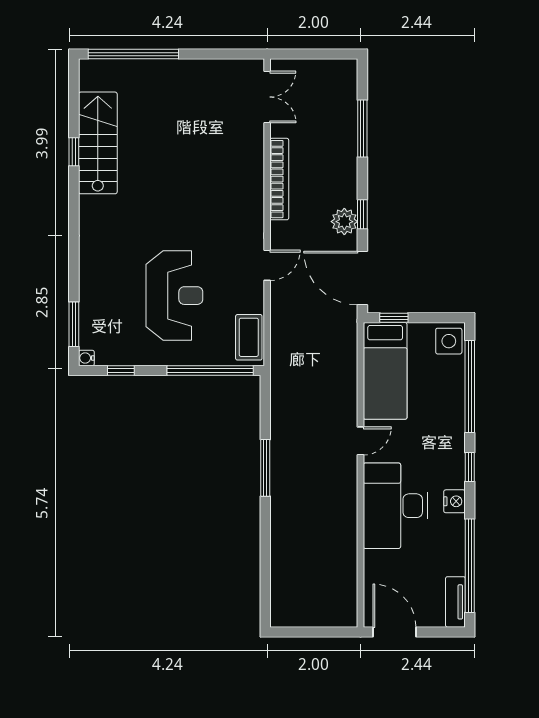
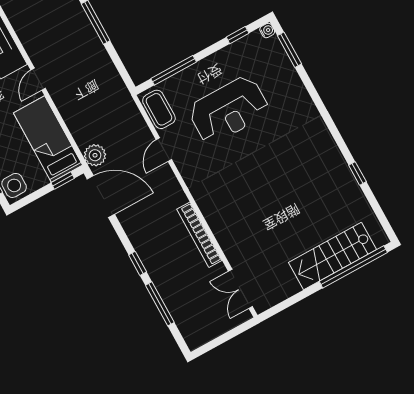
stairs: (98, 143) -> (333, 256), moved, turned 90
window: (362, 214) -> (138, 263), moved
plant: (344, 222) -> (95, 155), moved
door: (267, 265) -> (164, 150), moved
reception desk: (174, 296) -> (229, 110), turned -90
window: (210, 371) -> (174, 70), width x0.68

